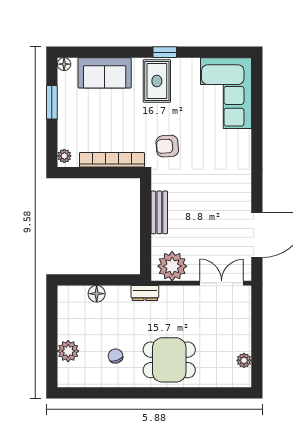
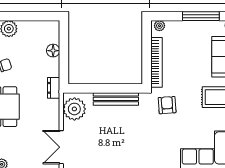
window: (52, 102) -> (201, 16), width x1.44
bench: (159, 212) -> (116, 99), width x1.36
double door: (222, 283) -> (61, 147), swing flipped

